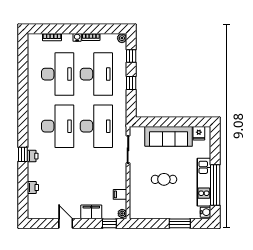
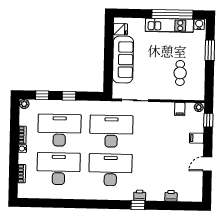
cafe table: (164, 179) -> (180, 73), moved
filing cabinet: (91, 212) -> (197, 138), width x0.50

